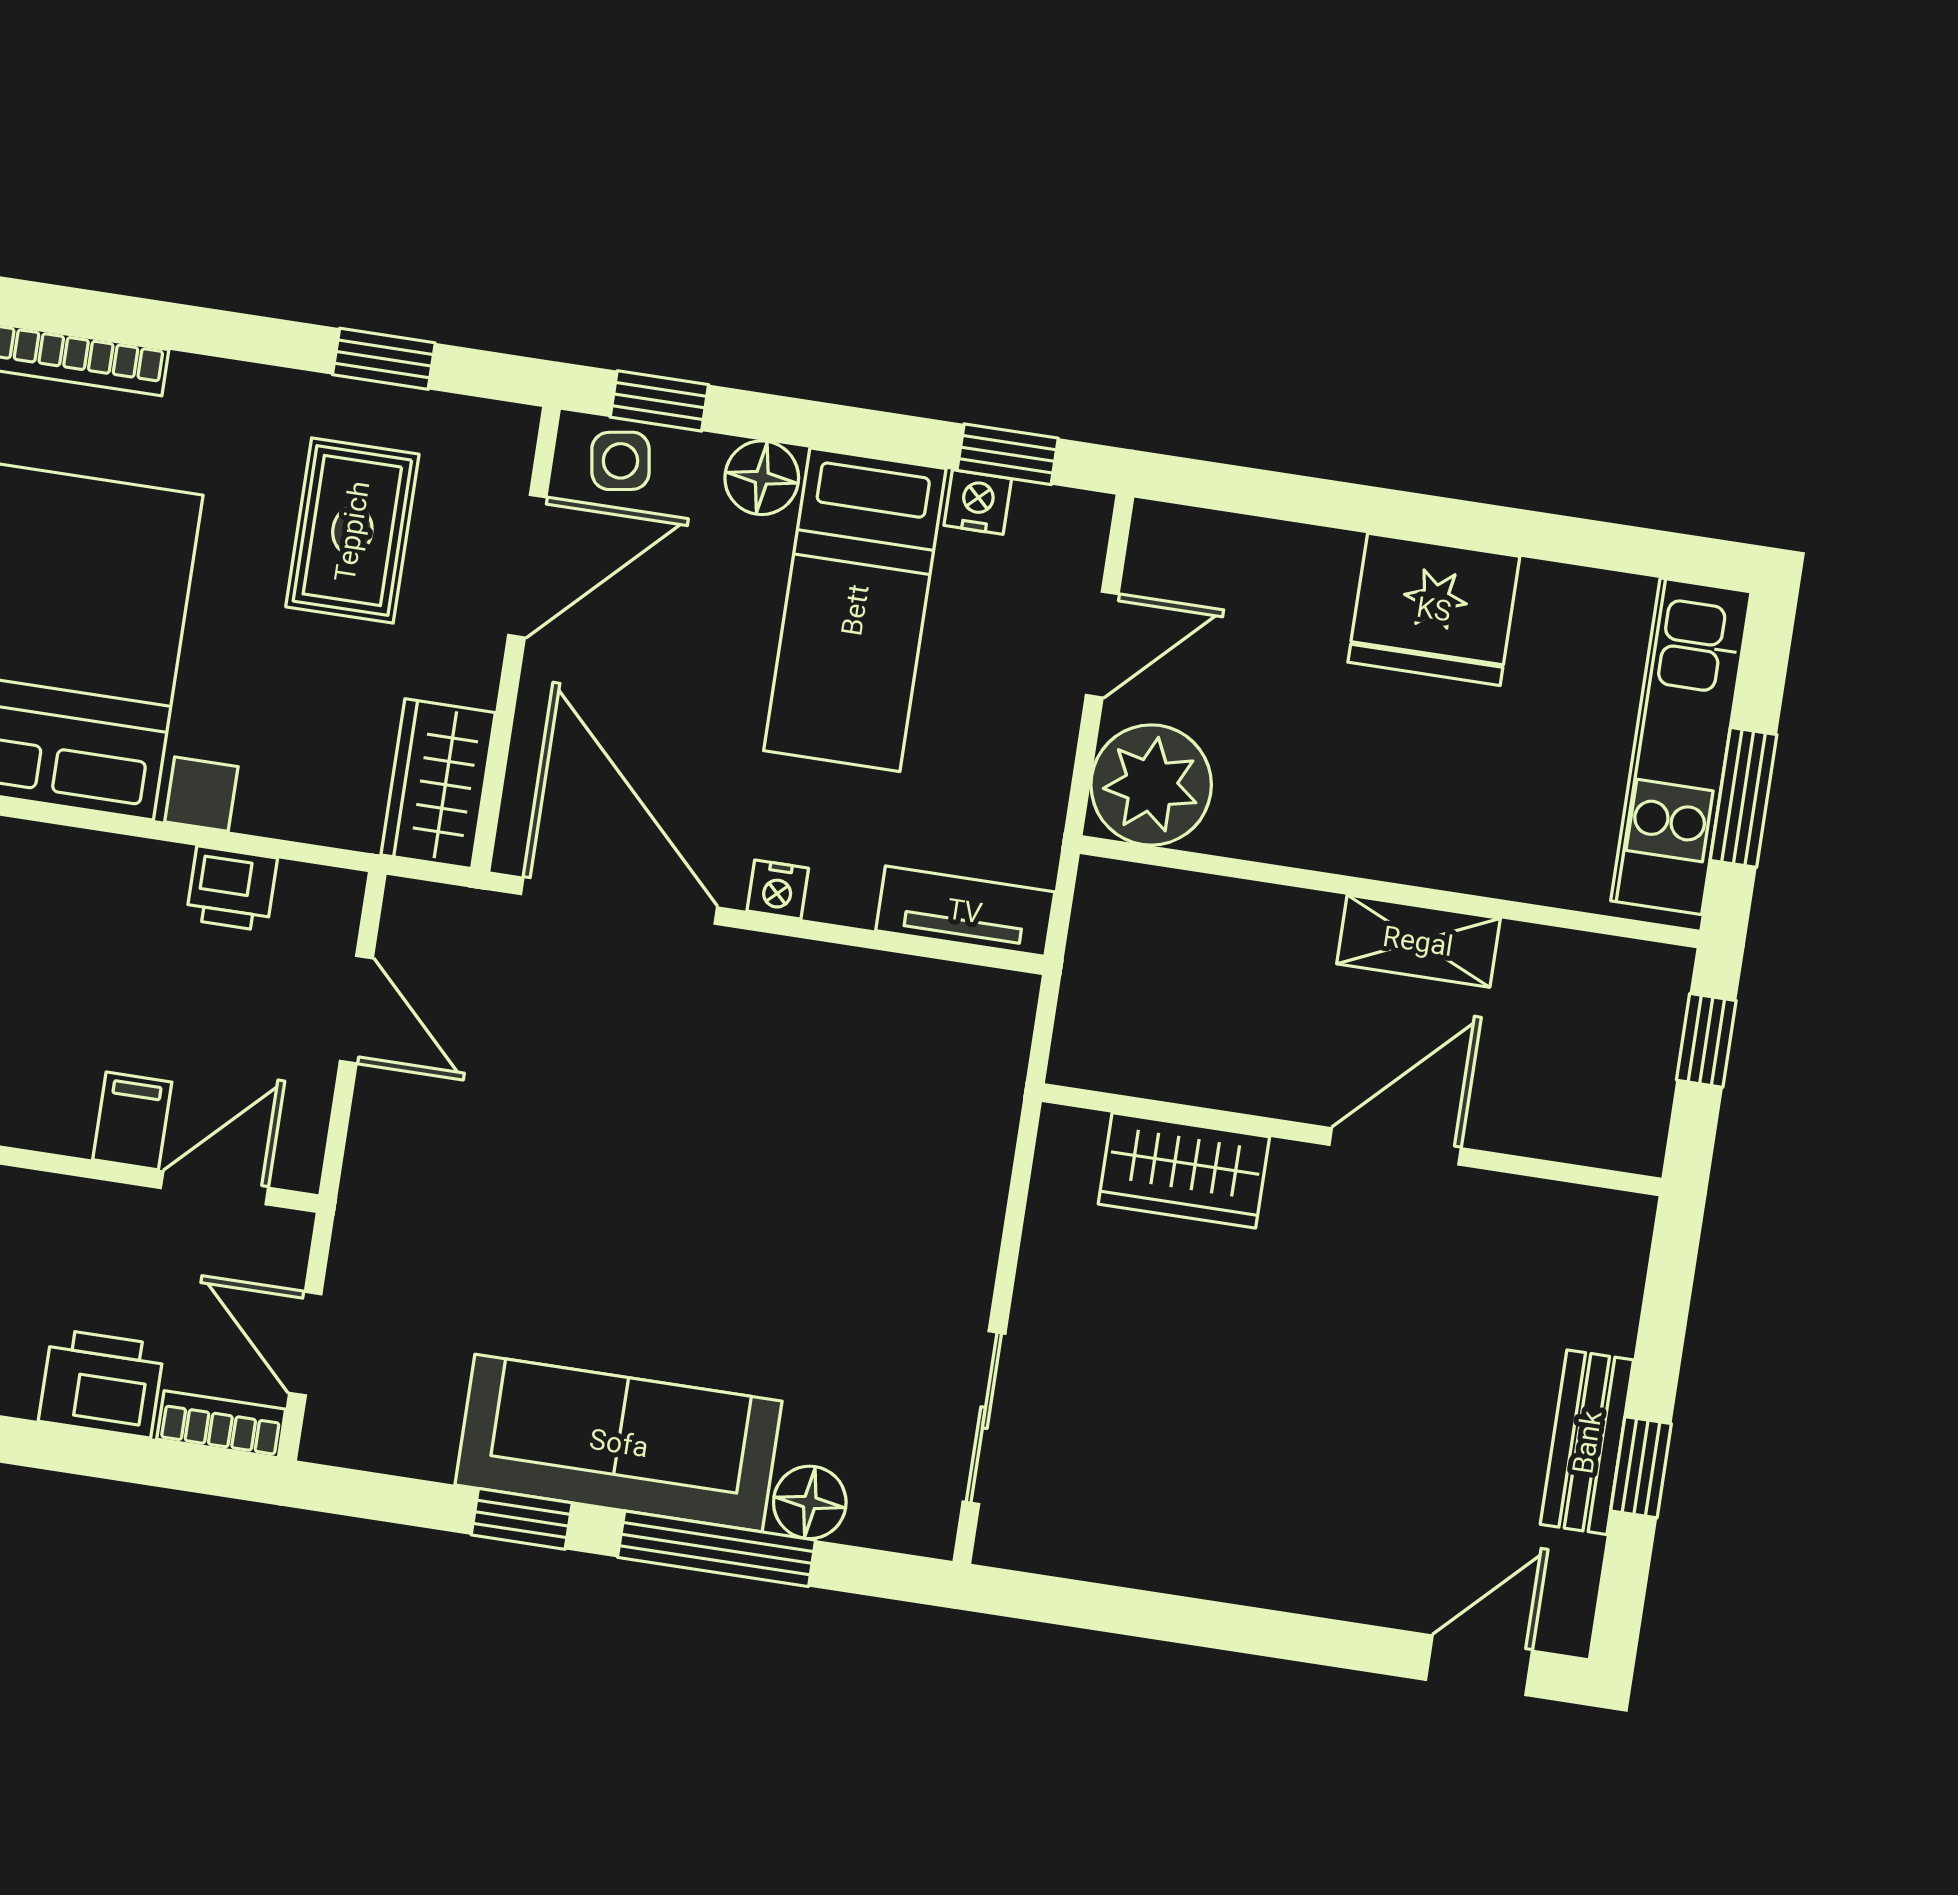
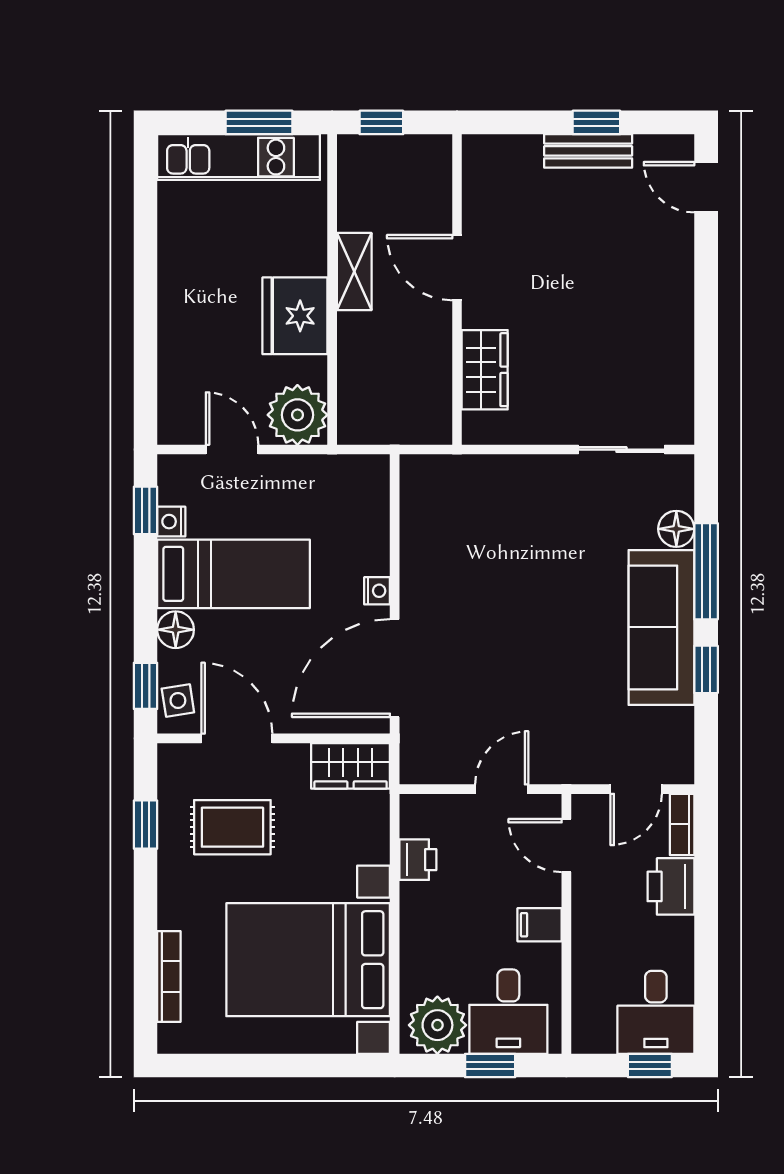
fridge: (1434, 609) -> (295, 316), moved, turned 180
tv unit: (965, 911) -> (374, 497), removed
door: (356, 1010) -> (502, 789), moved
filing cabinet: (132, 1121) -> (540, 925), moved

